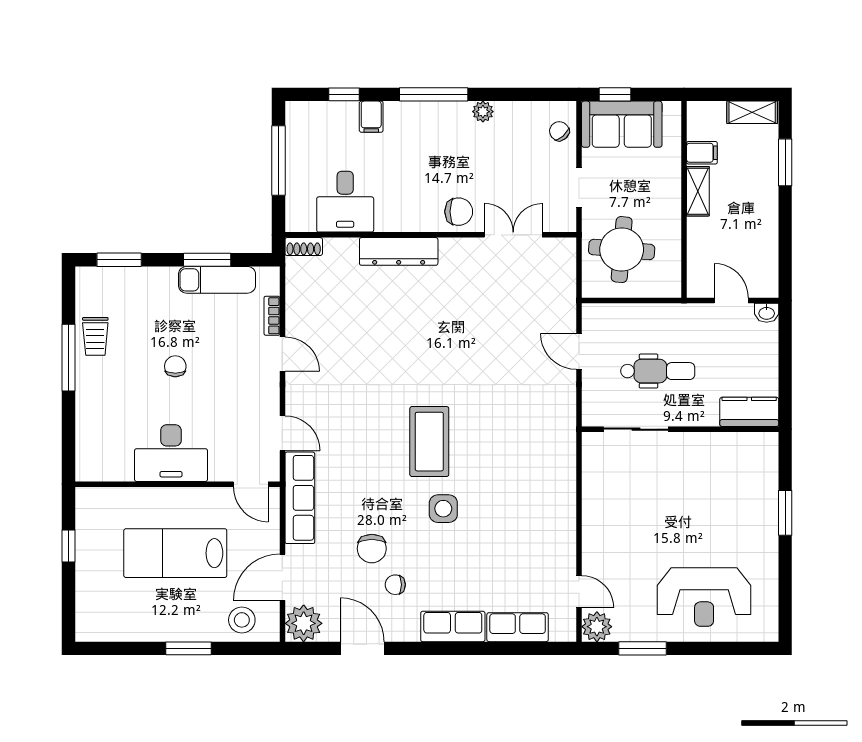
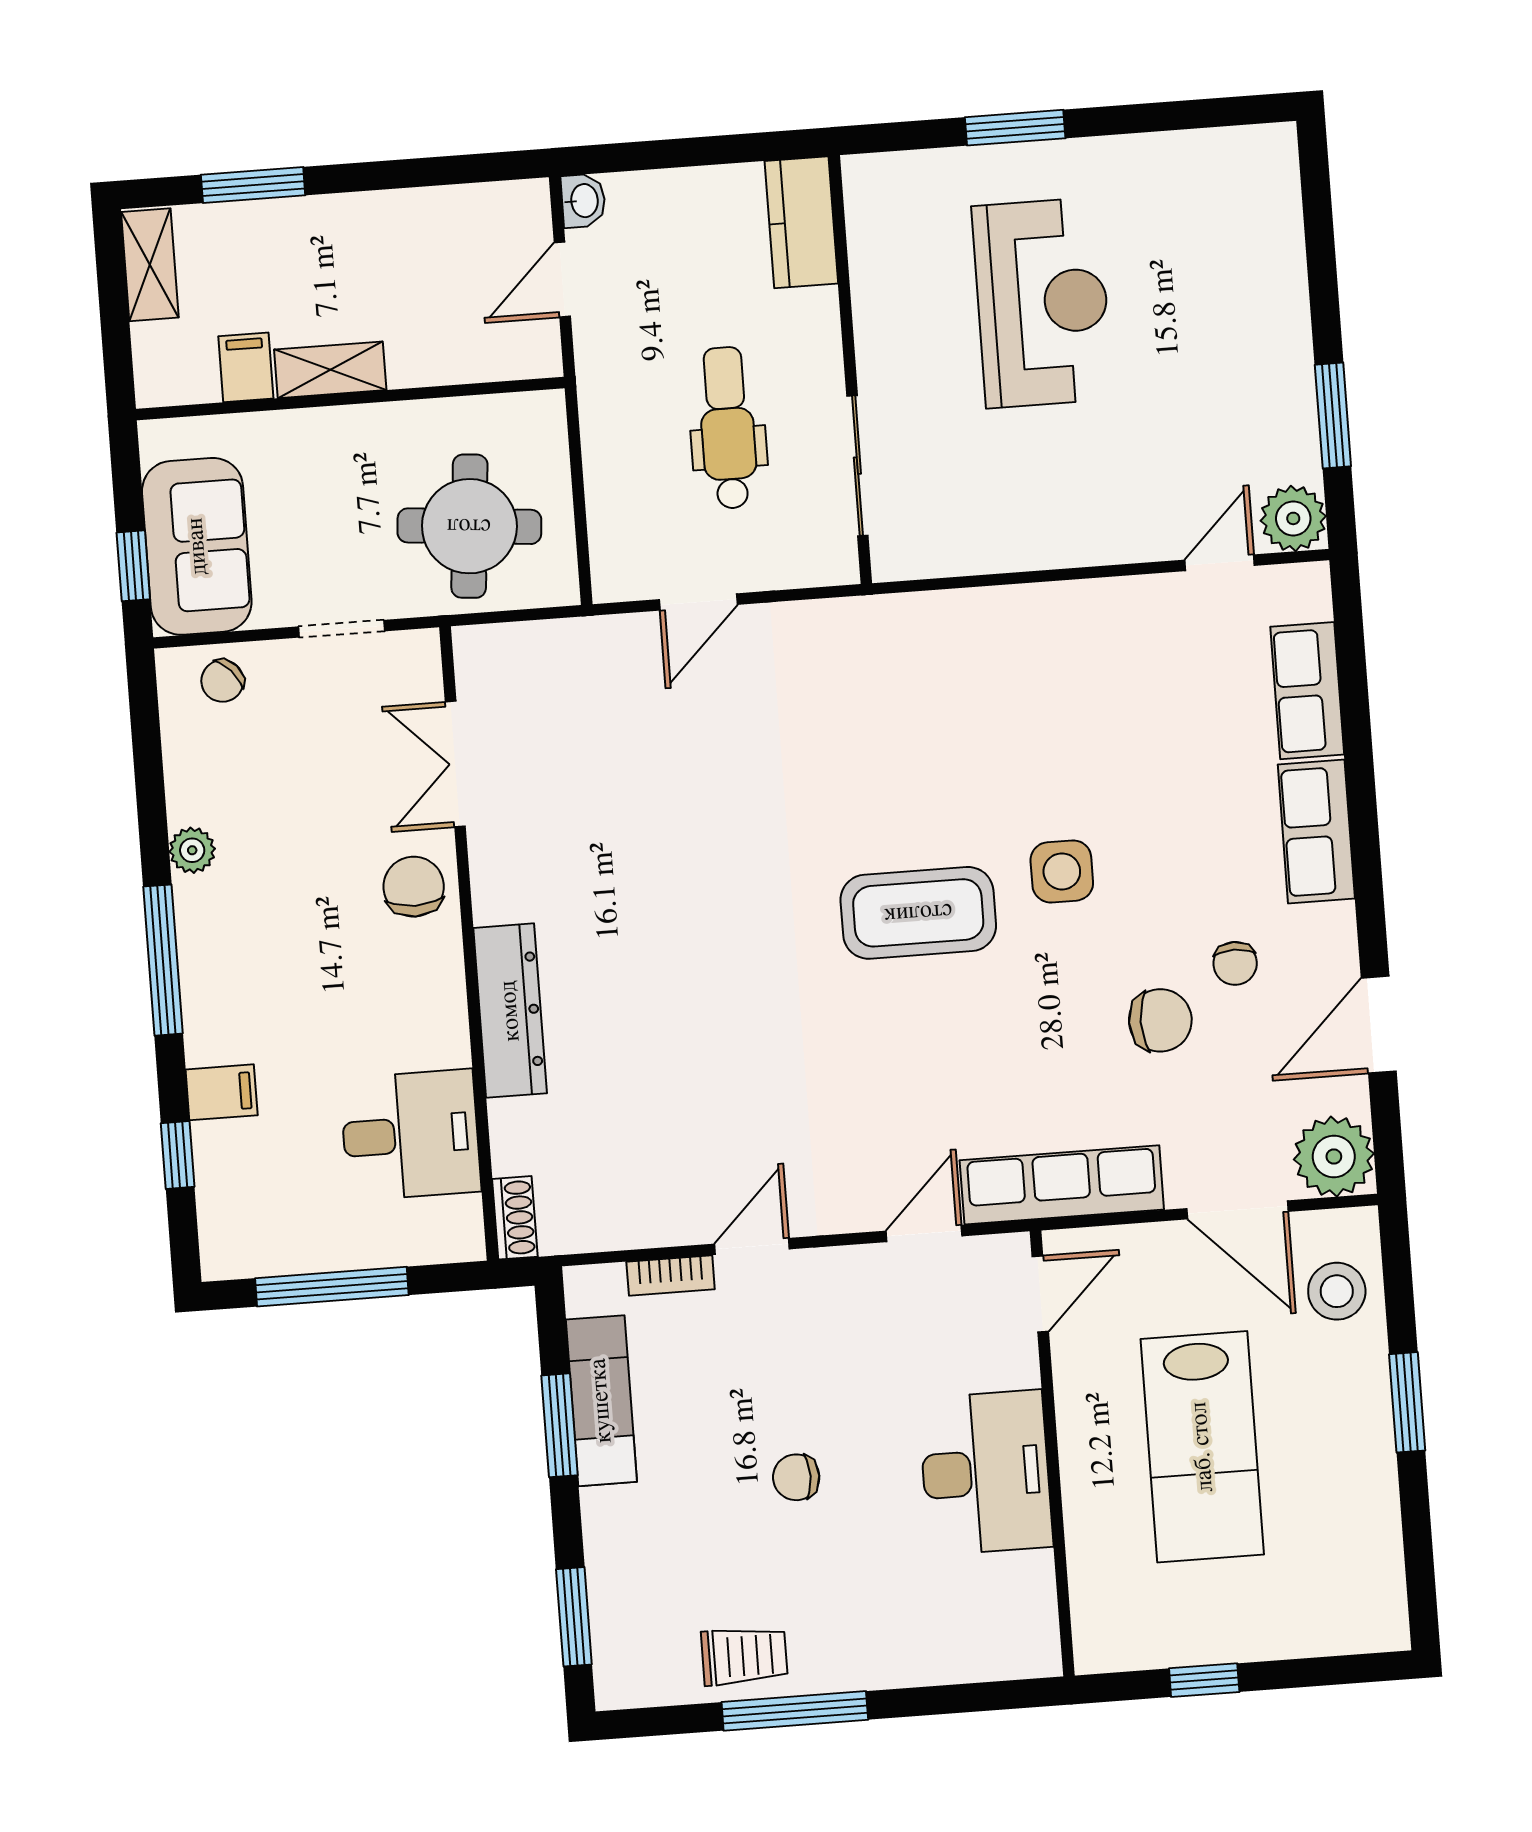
reception desk: (704, 597) -> (1042, 303), moved

